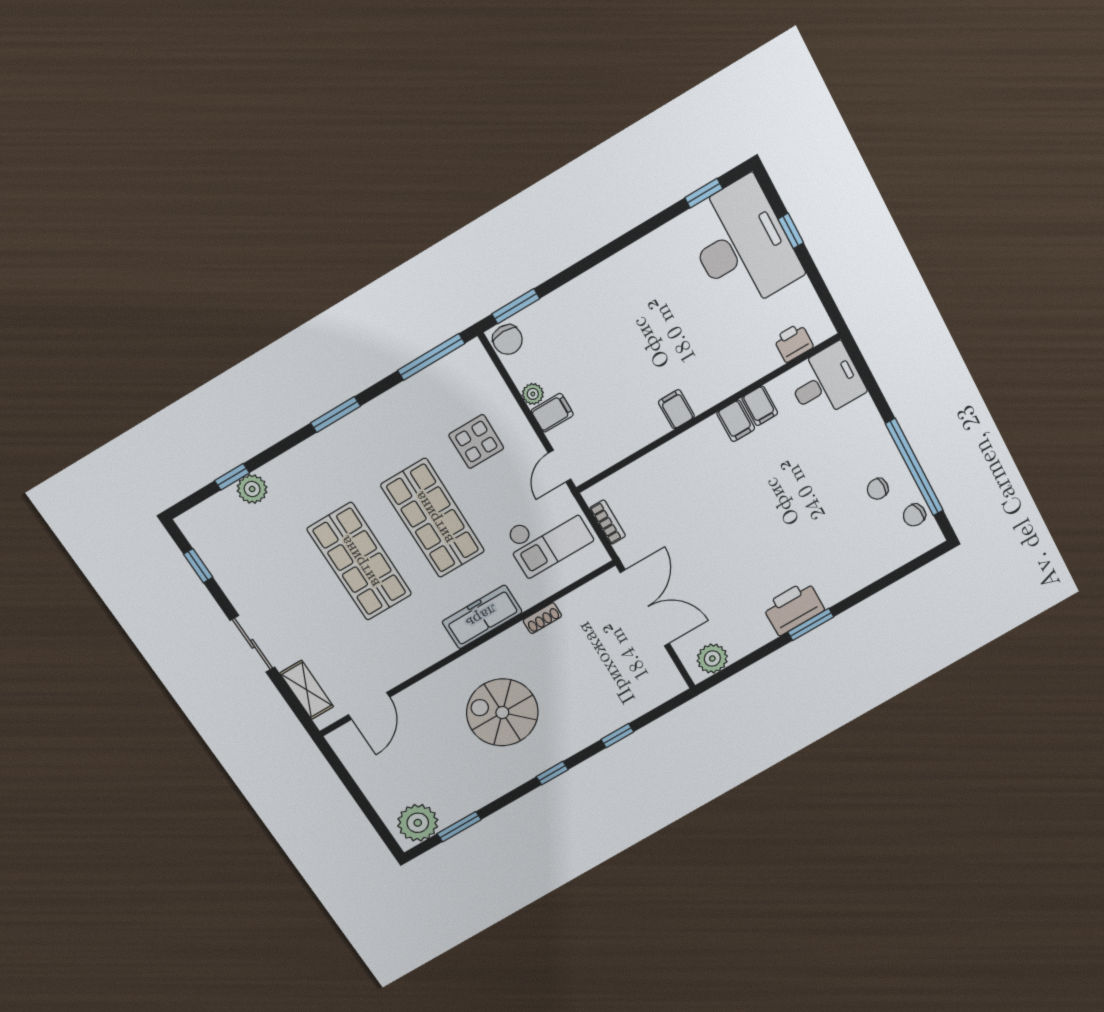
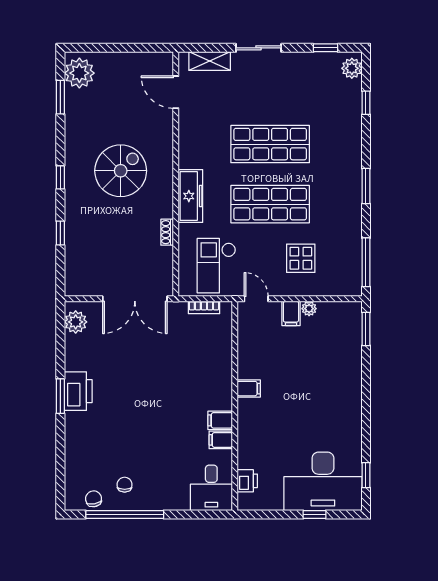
chair: (508, 340) -> (350, 313), removed
plant: (252, 489) -> (352, 68), moved

